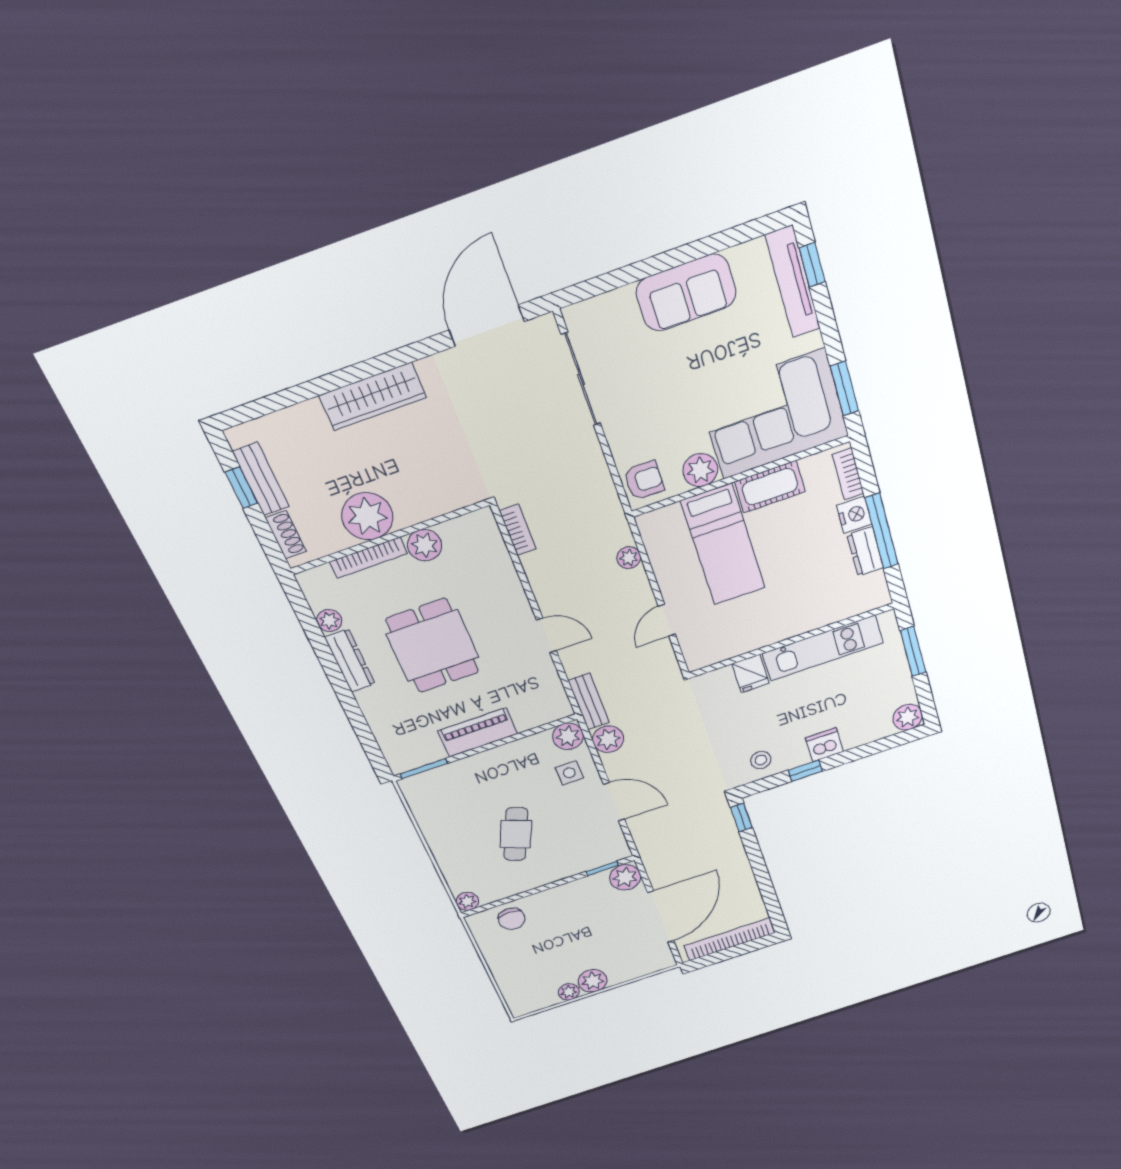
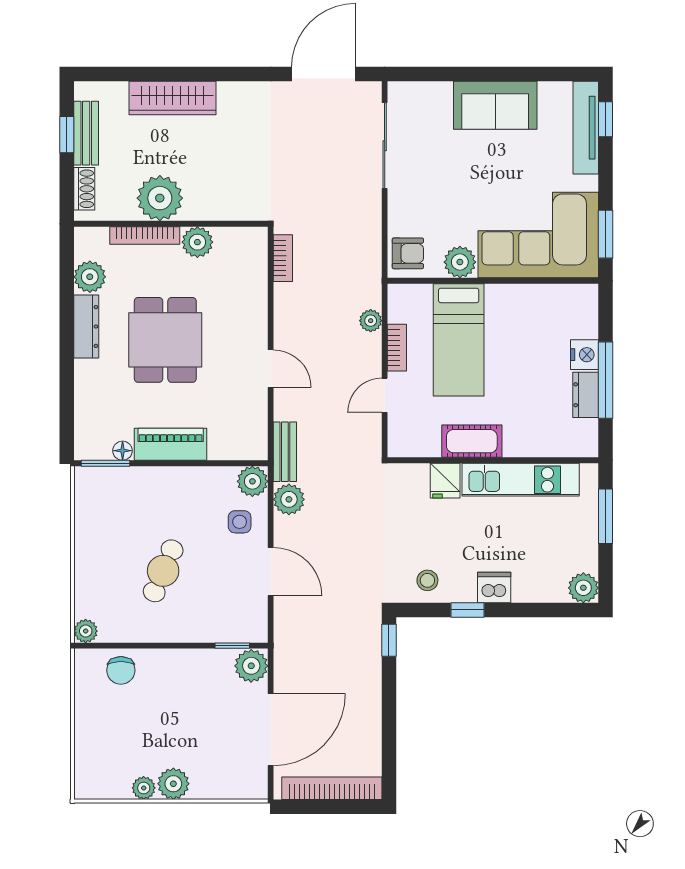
wardrobe: (373, 396) -> (173, 98), moved
bookcase: (848, 474) -> (397, 348), moved, turned 180
cot: (770, 487) -> (472, 441), moved
plant: (329, 621) -> (90, 277), width x1.38, depth x1.38
floor lamp: (435, 753) -> (123, 451), added

